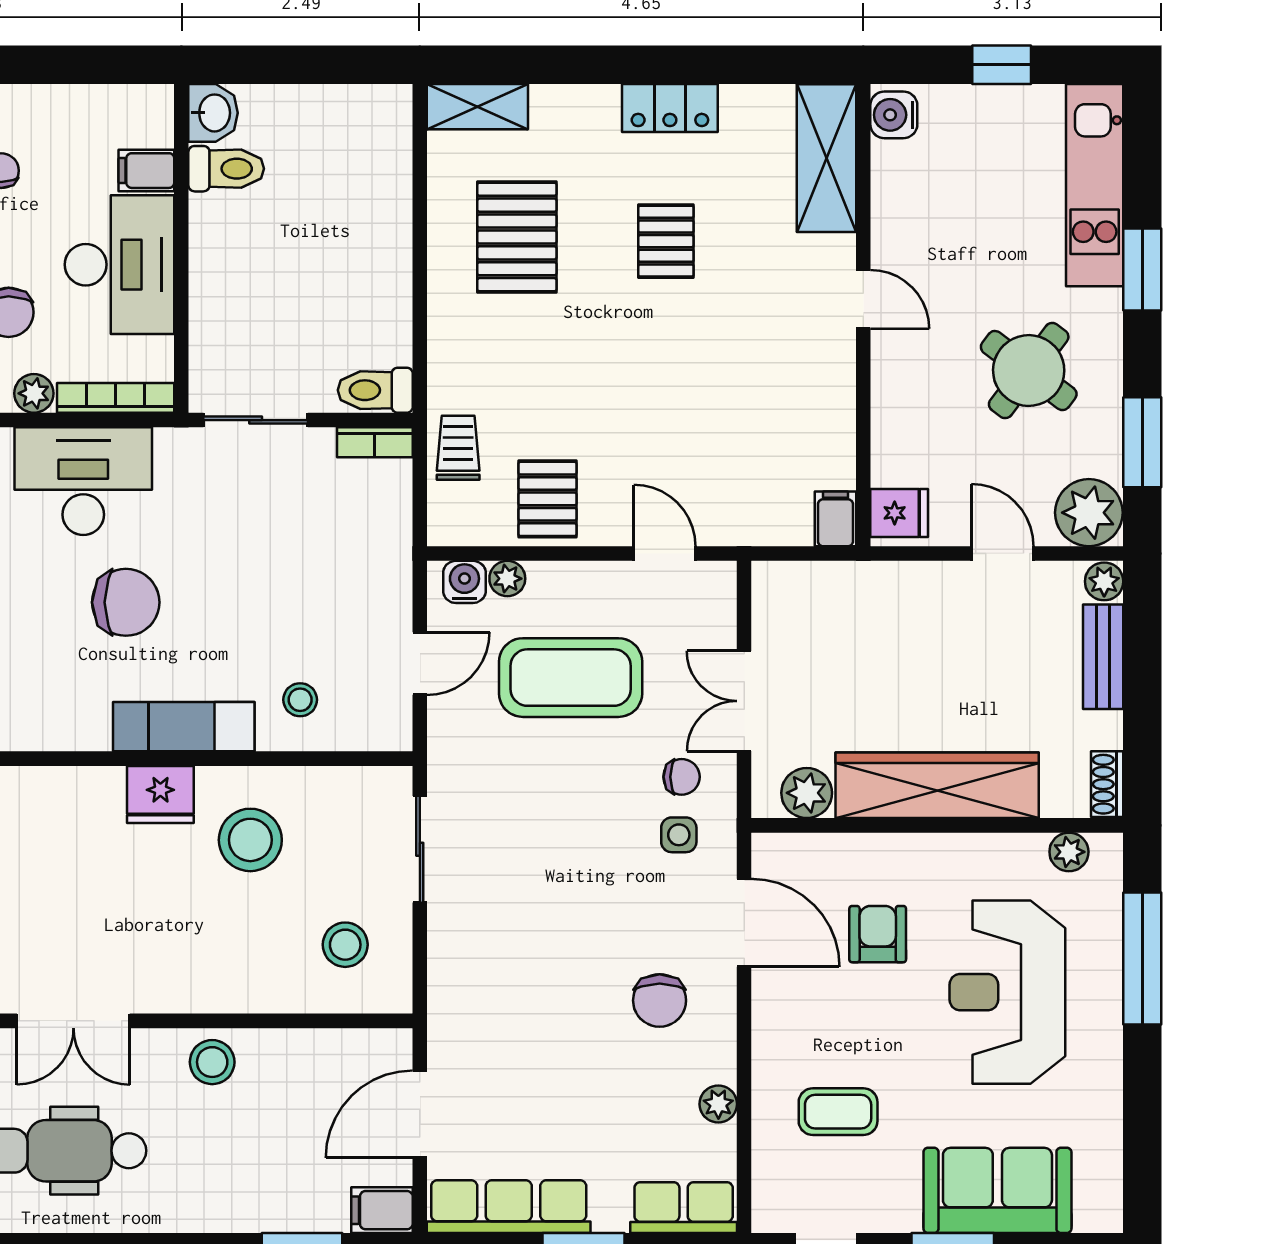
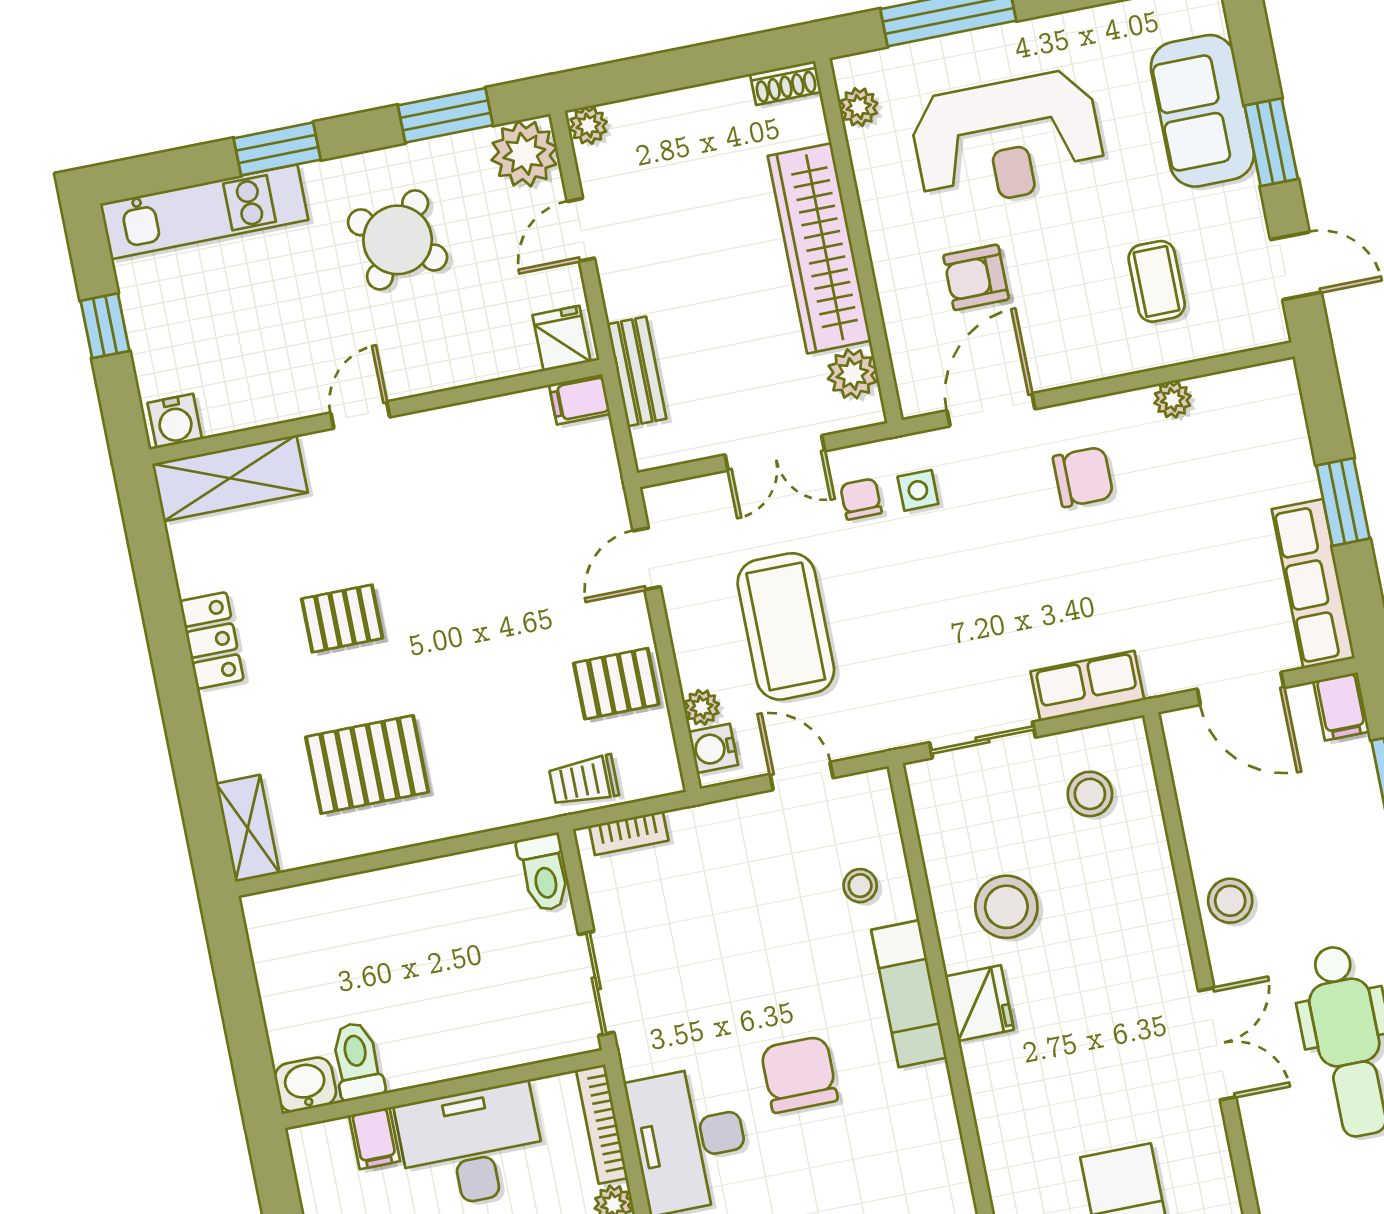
bookcase: (375, 442) -> (629, 833), moved, turned 90
bench: (1103, 657) -> (637, 371), moved, turned 90
row of seats: (684, 1208) -> (1087, 686), moved, turned 90

